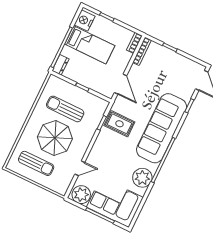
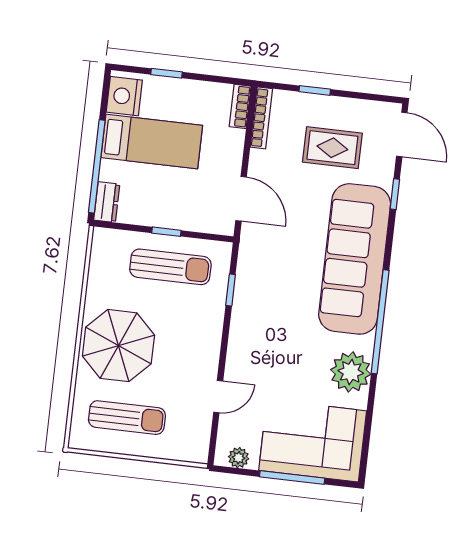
sun lounger: (65, 109) -> (170, 267), moved, turned 180
rug: (119, 124) -> (332, 148), moved
parasol: (55, 138) -> (118, 346), moved
plant: (81, 195) -> (239, 458), width x0.53, depth x0.53

